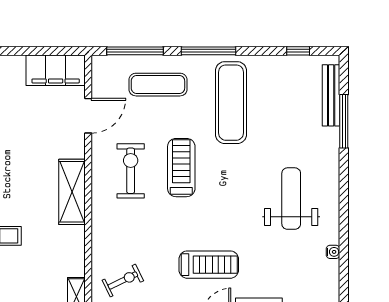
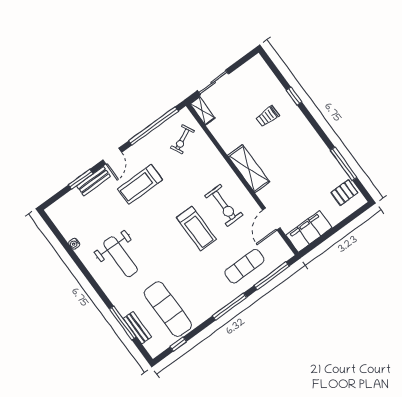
bench: (331, 95) -> (137, 328), width x0.73
exercise mat: (231, 103) -> (168, 309), moved

